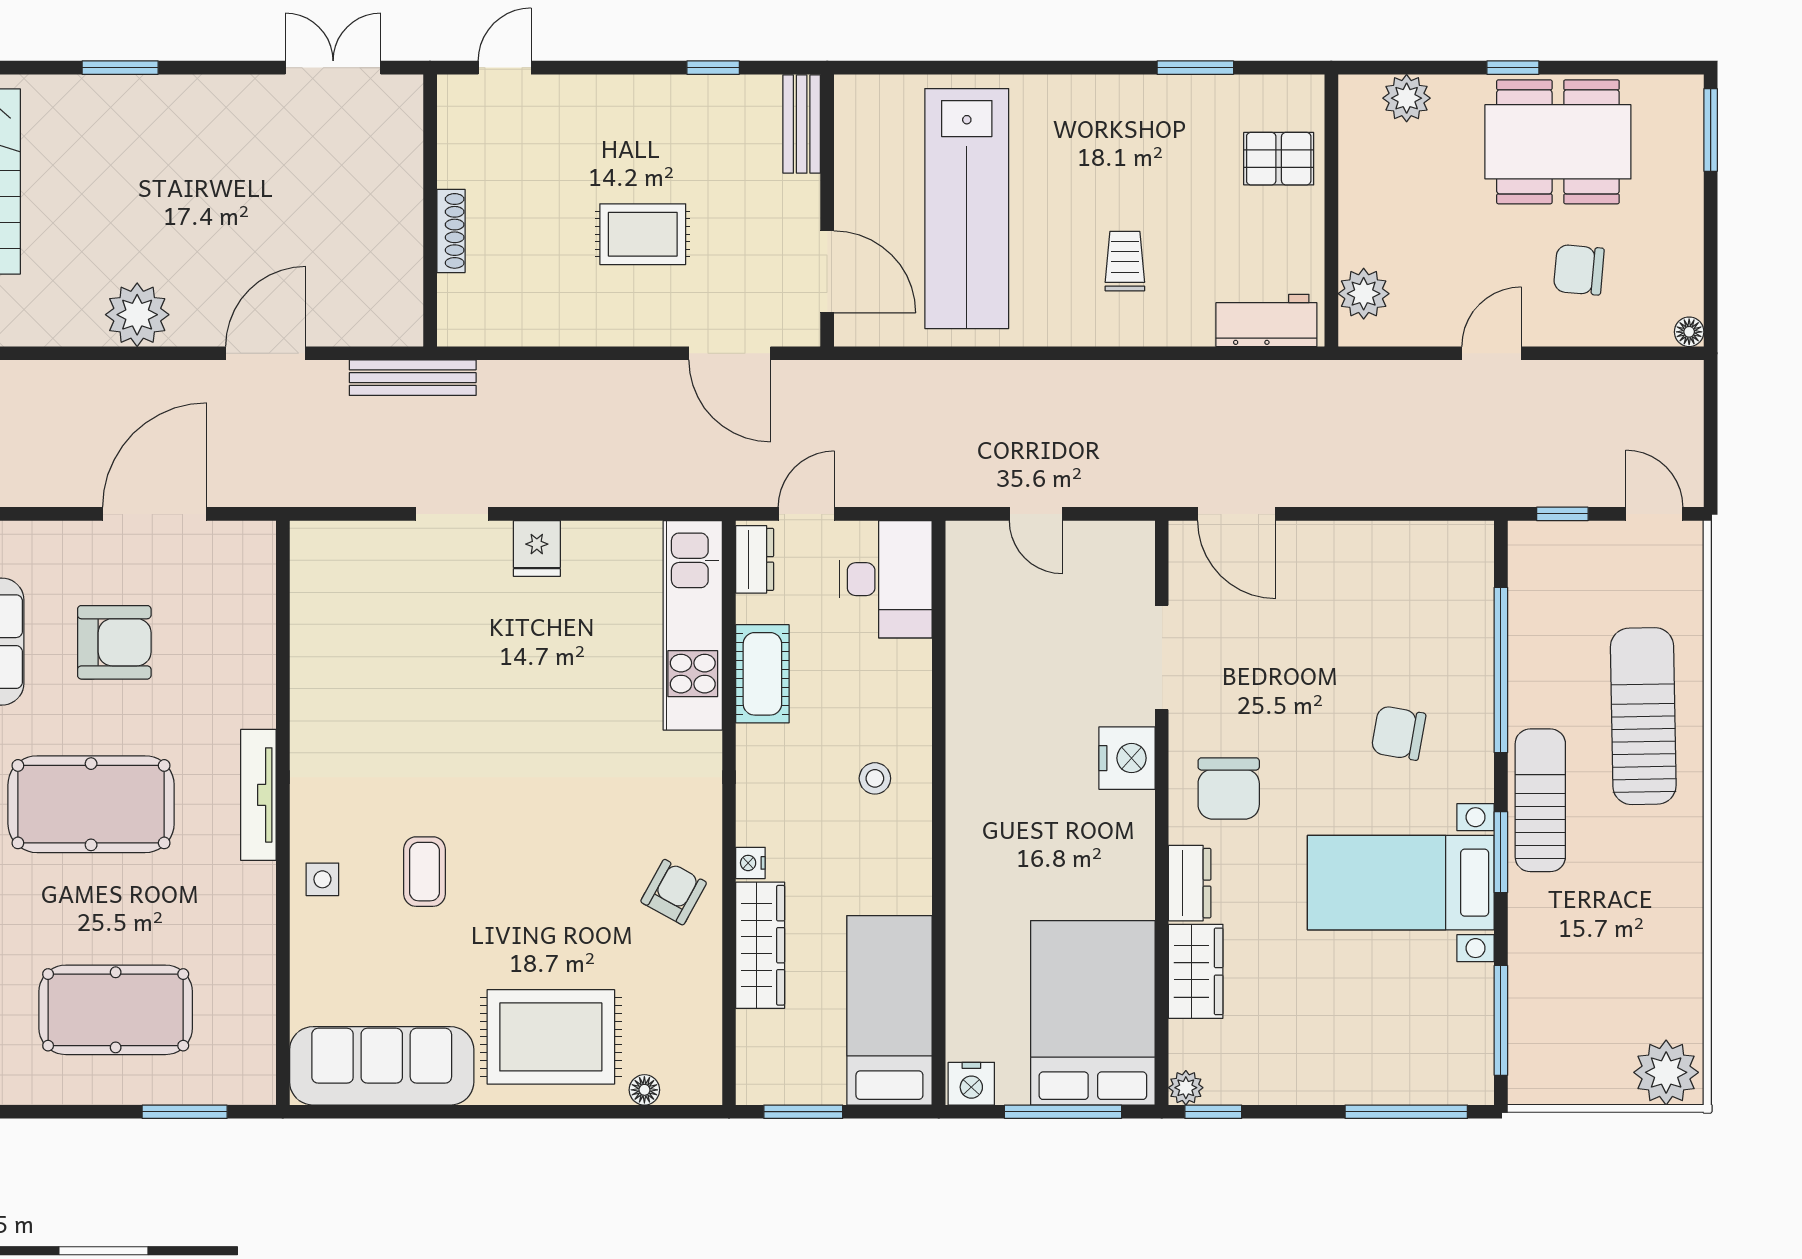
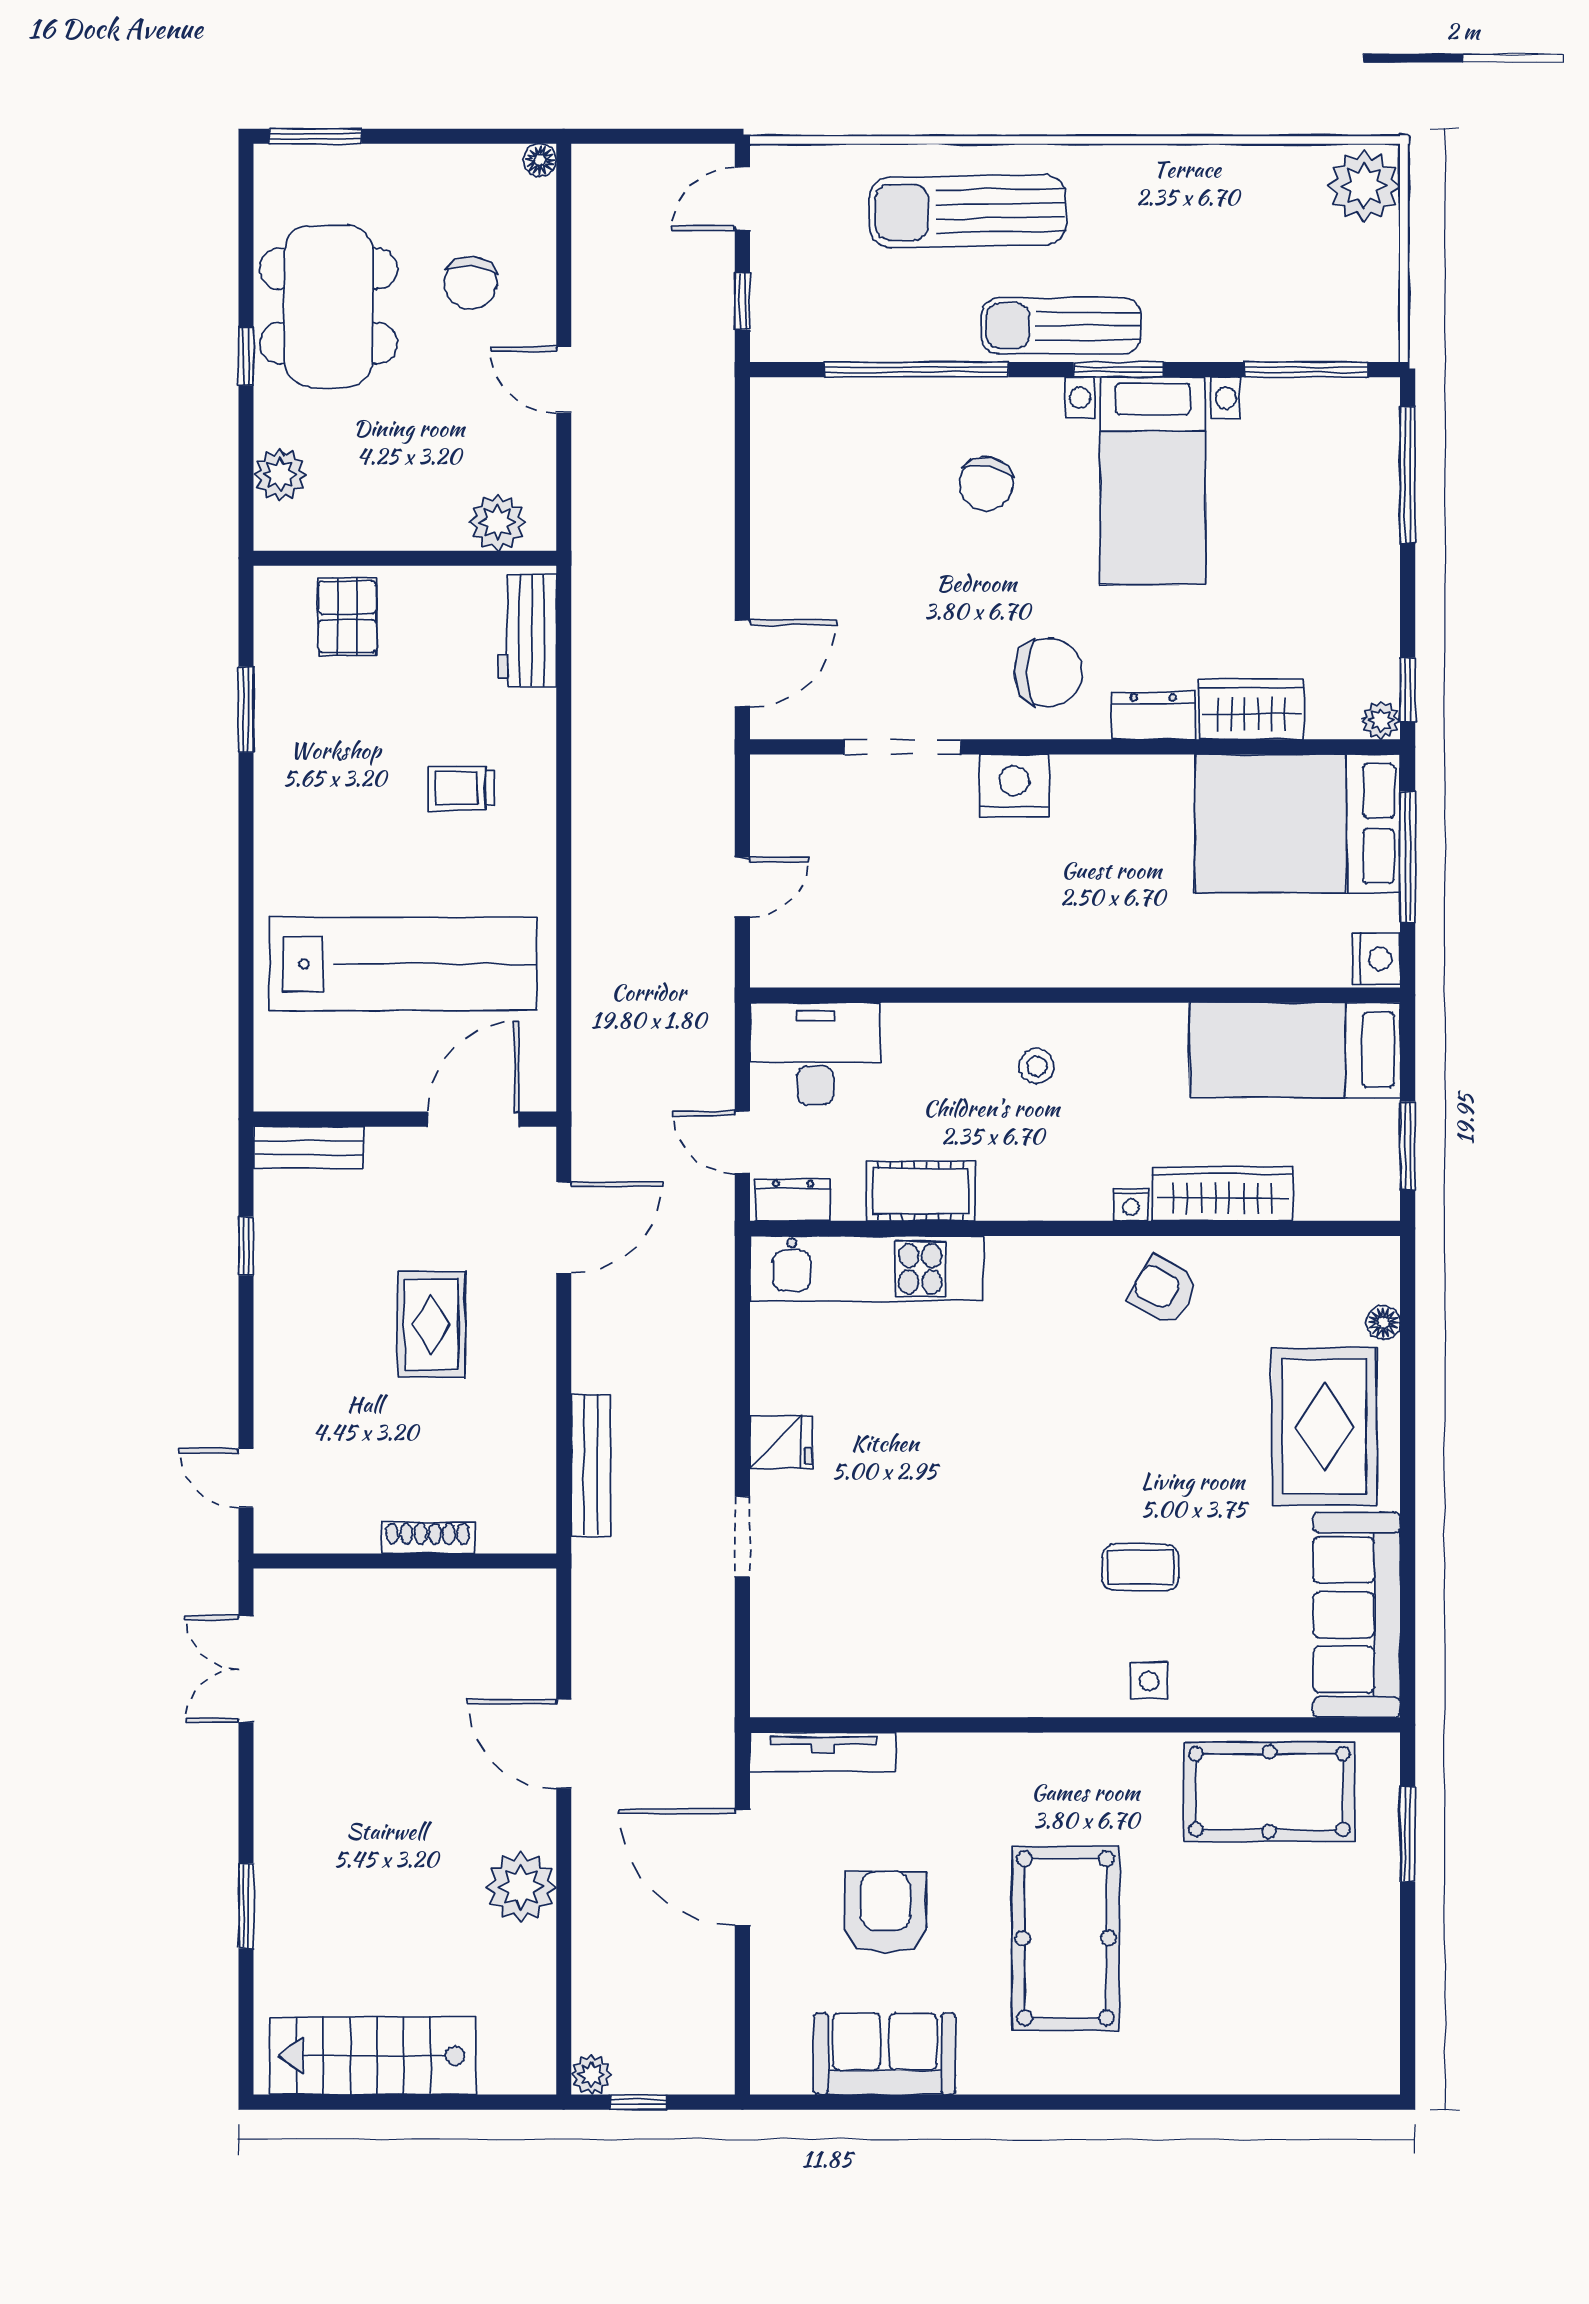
bench: (413, 378) -> (591, 1465), moved
tv unit: (258, 795) -> (823, 1752), moved
pool table: (116, 1010) -> (1269, 1792), moved, turned 90

